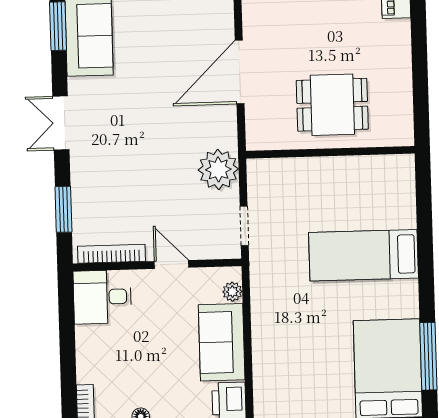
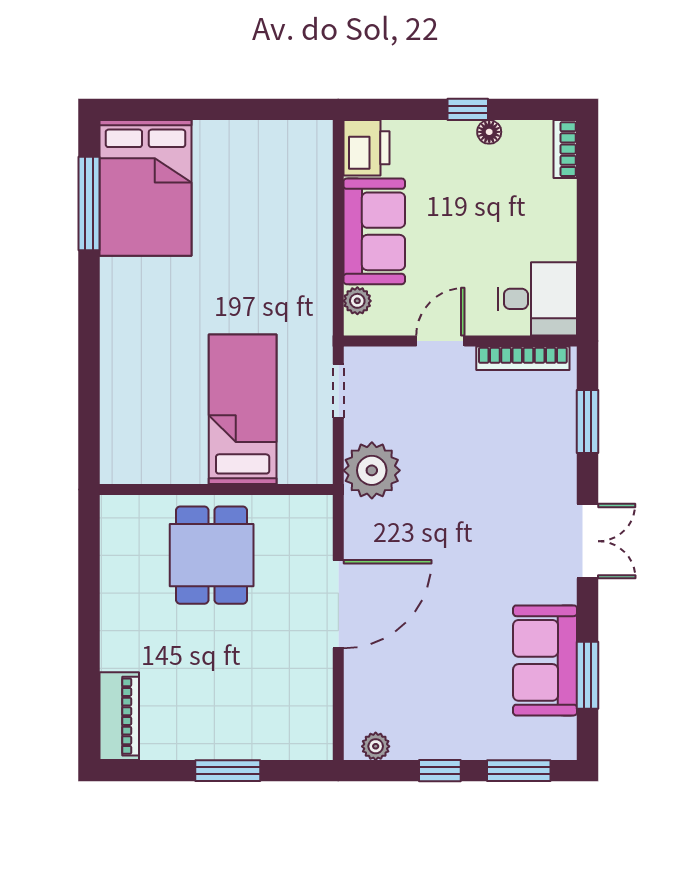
dining table: (332, 105) -> (212, 555), turned 90
bed: (363, 255) -> (243, 409), moved, turned -90
door: (172, 264) -> (440, 341), swing flipped

